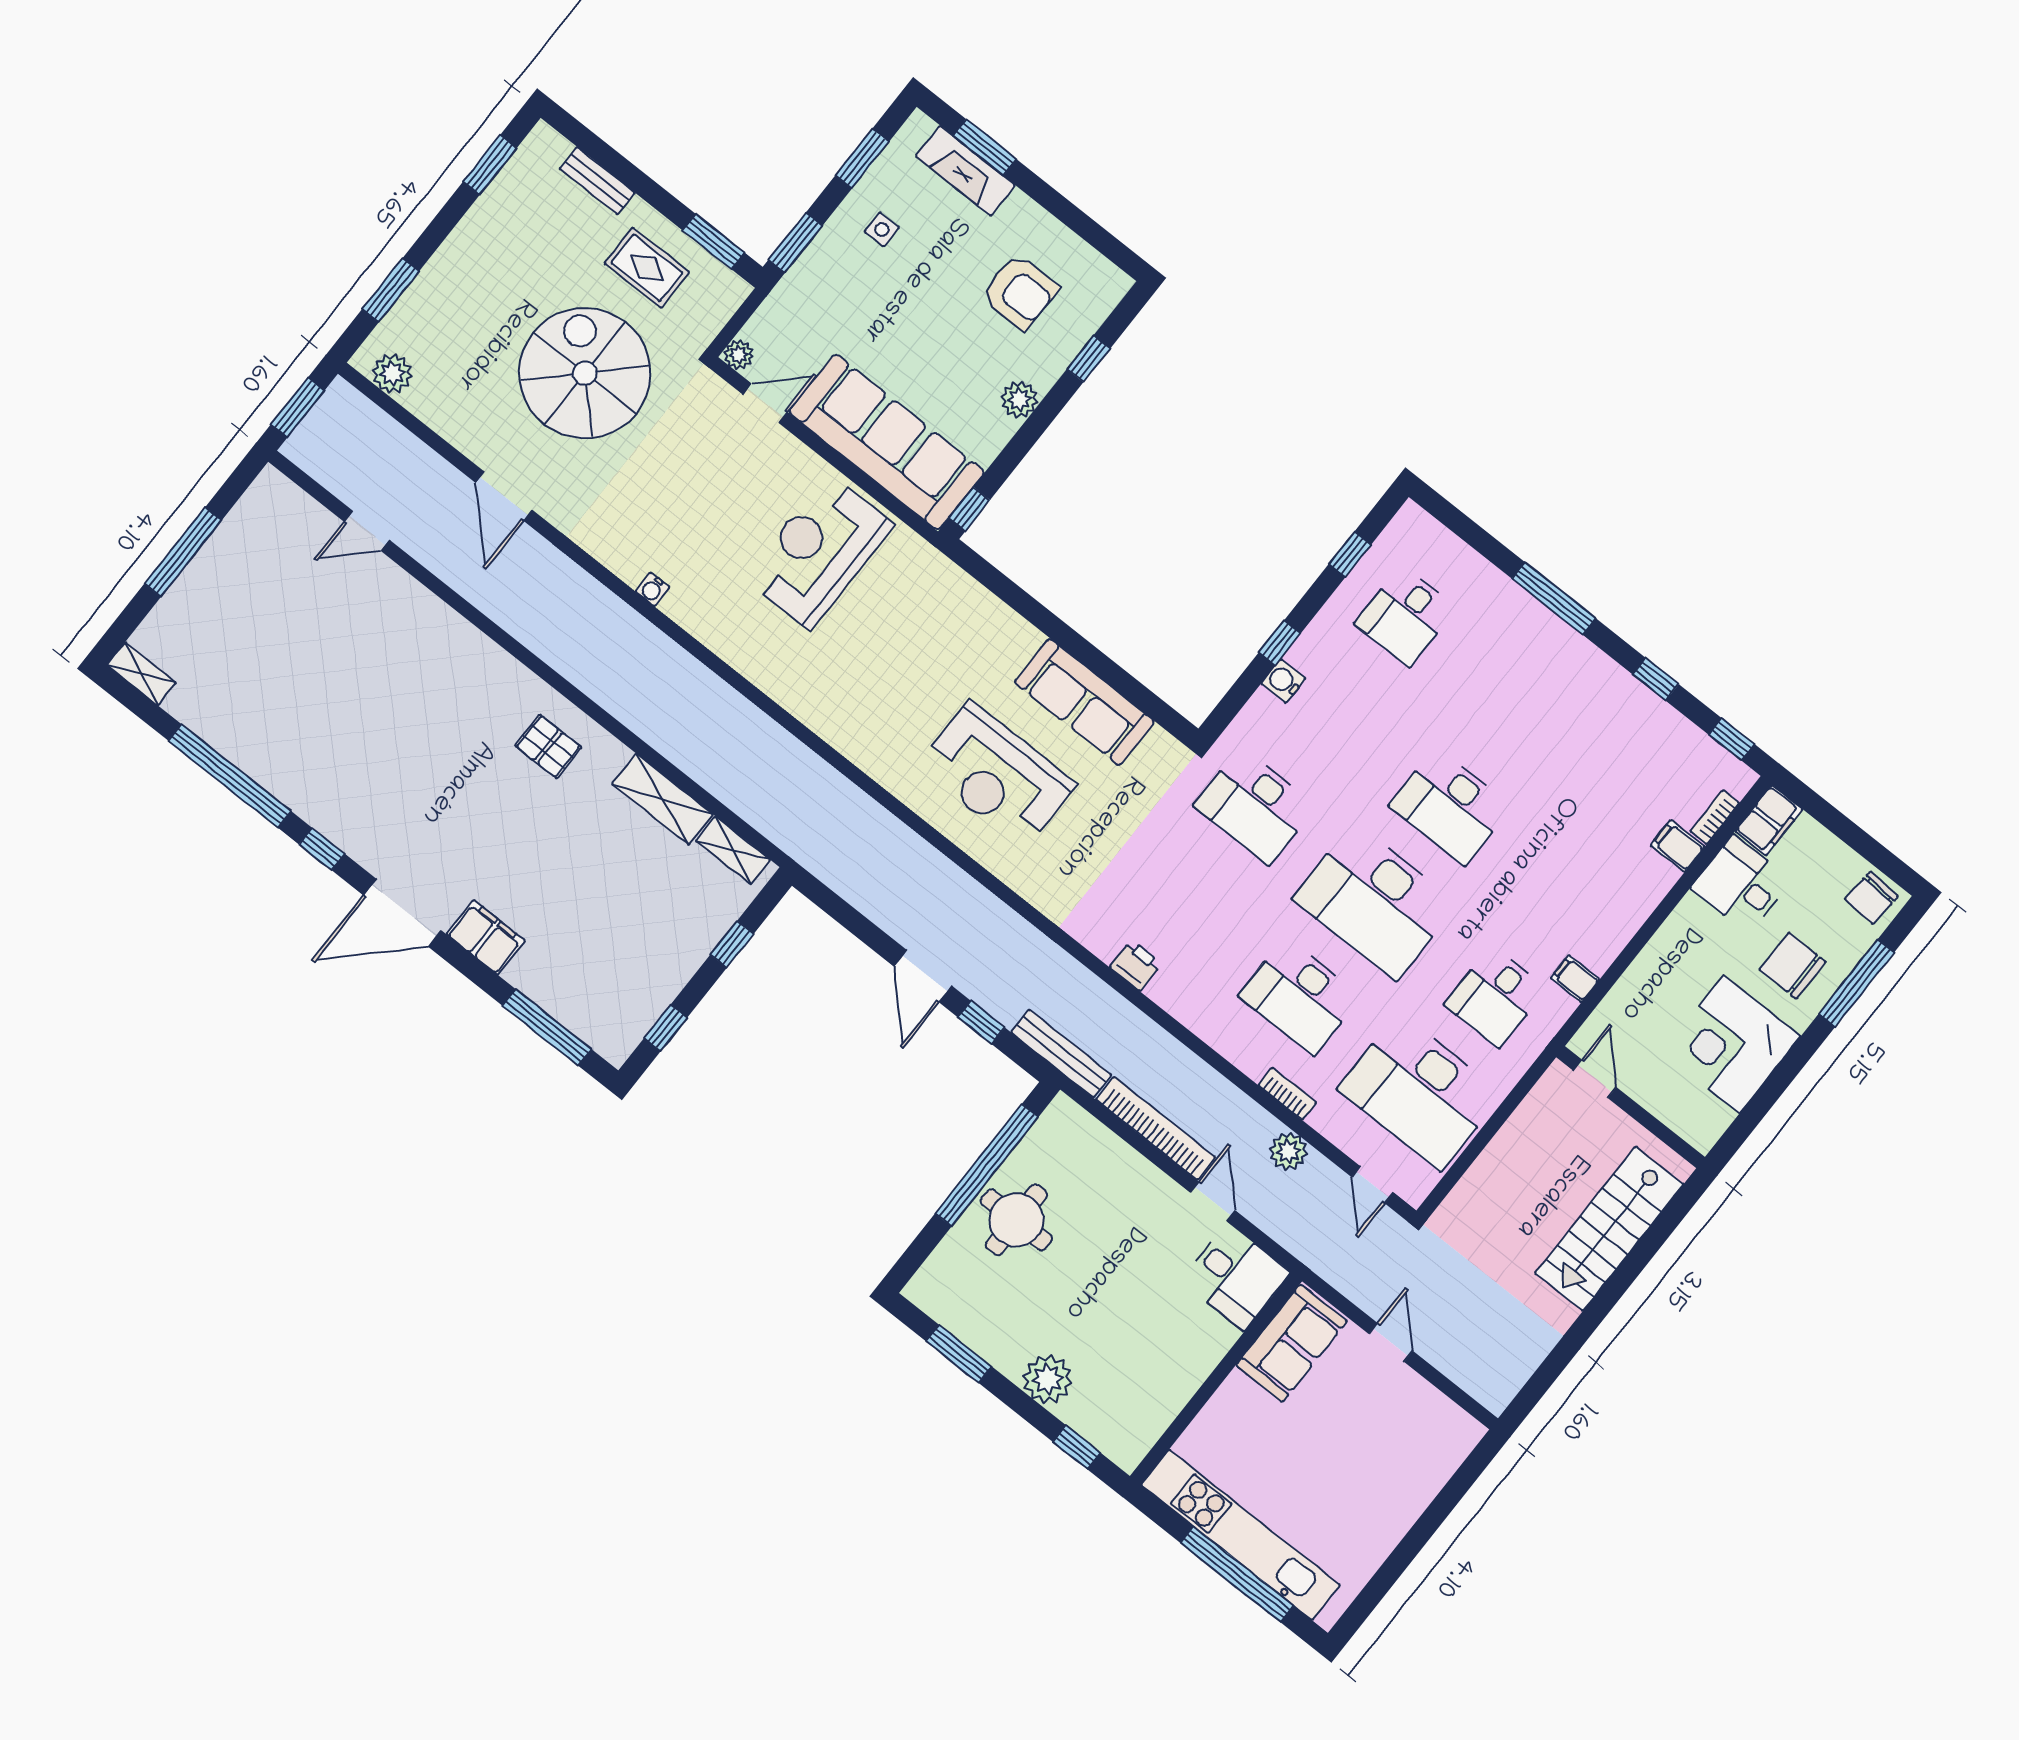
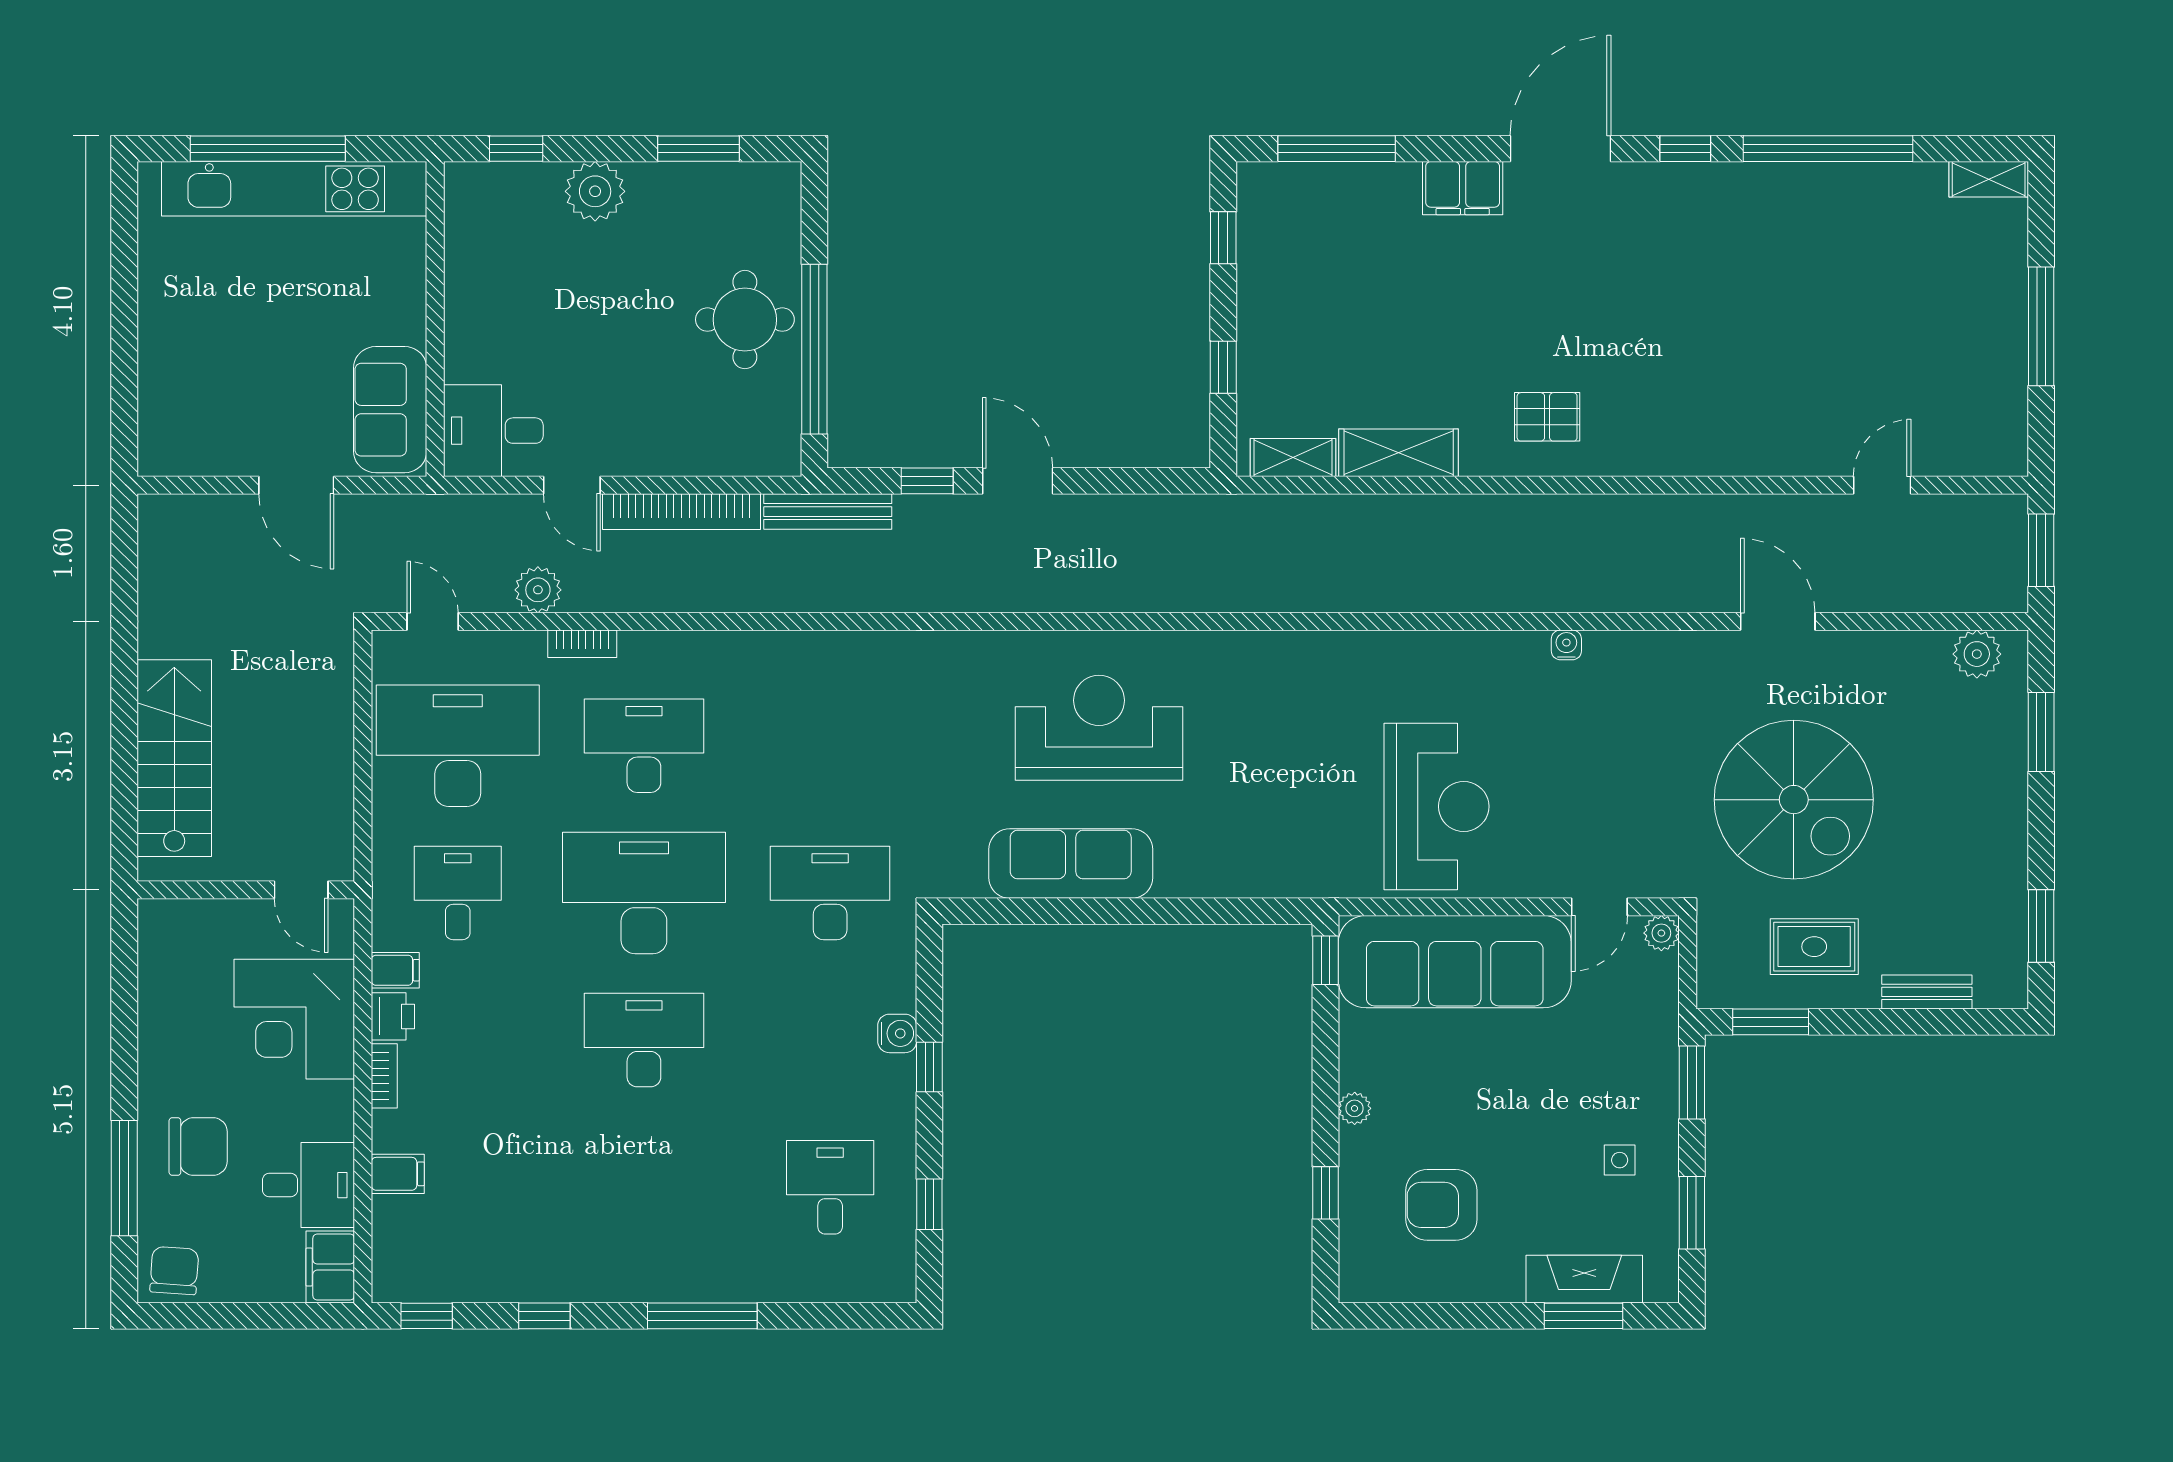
plant: (1019, 399) -> (1355, 1108), width x0.73, depth x0.73
bookcase: (1715, 817) -> (384, 1076), moved
printer: (1136, 965) -> (393, 1016), moved, turned -90
corner desk: (1731, 1044) -> (294, 1019), moved, turned 180
door: (1391, 1342) -> (296, 485), width x1.38

